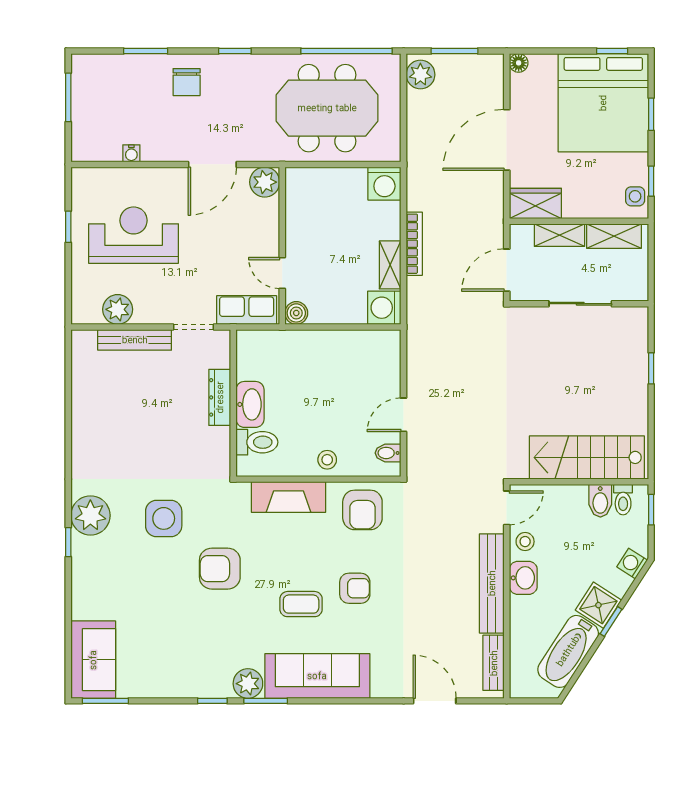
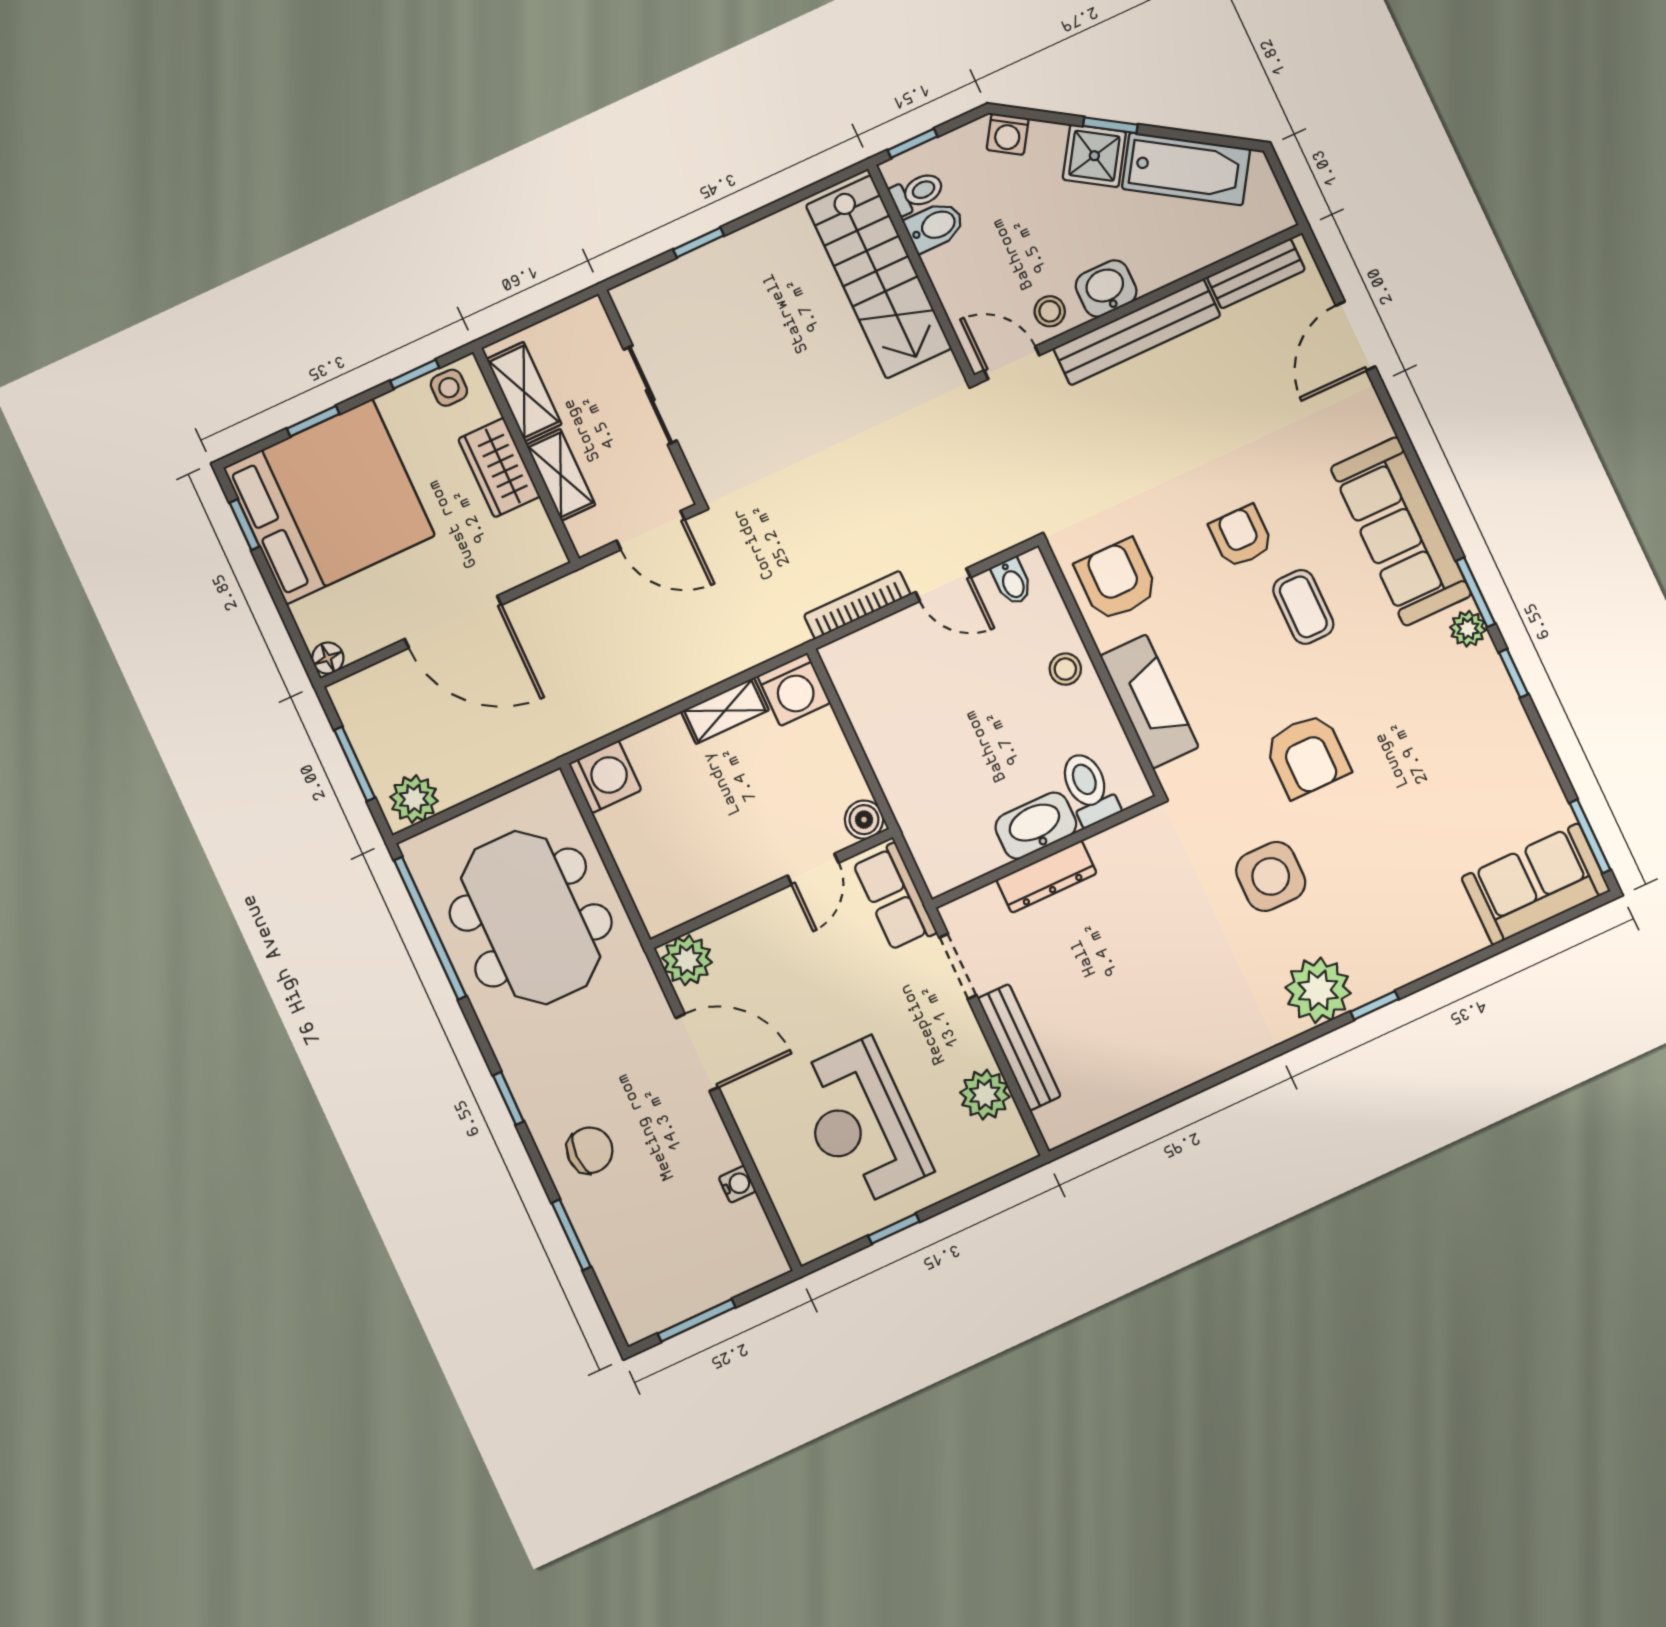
wardrobe: (535, 203) -> (499, 468), moved
bookcase: (414, 244) -> (857, 605), moved
armchair: (362, 510) -> (1117, 580), turned -90
plant: (248, 684) -> (1468, 629), width x0.73, depth x0.73

